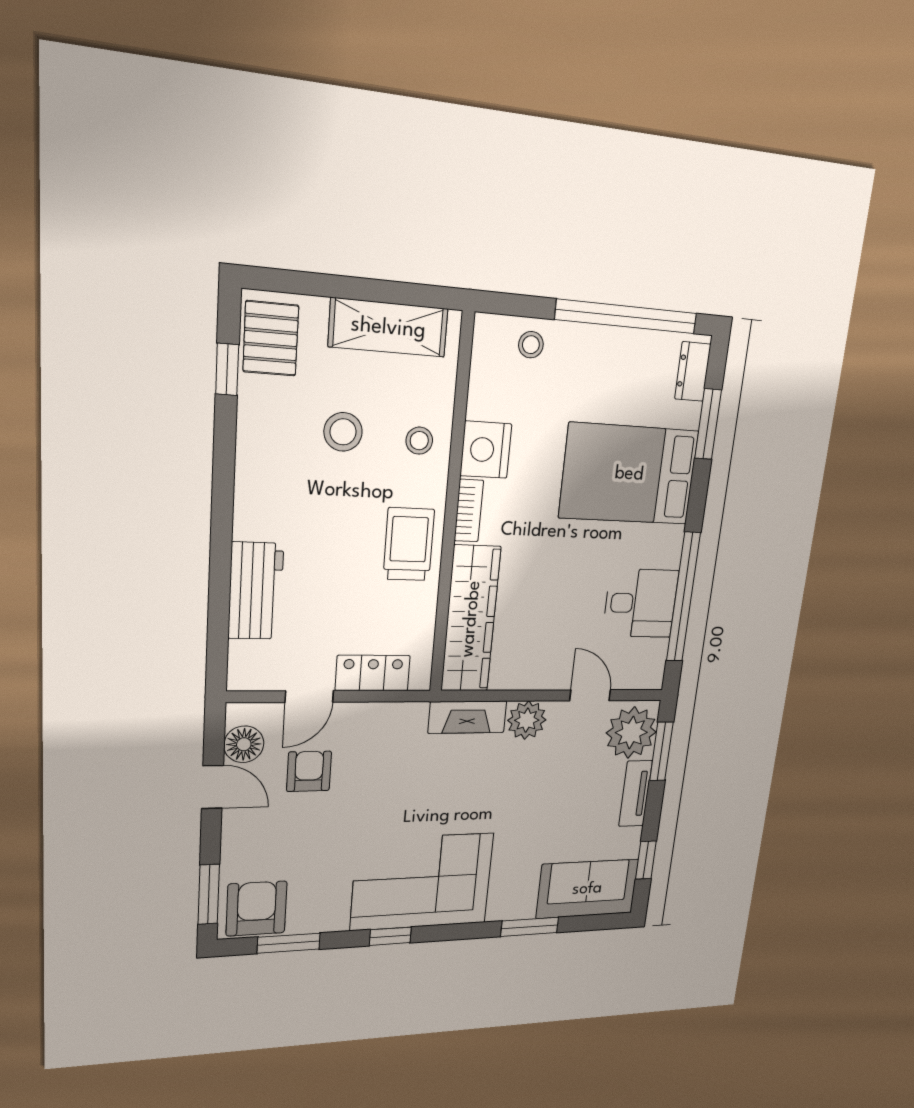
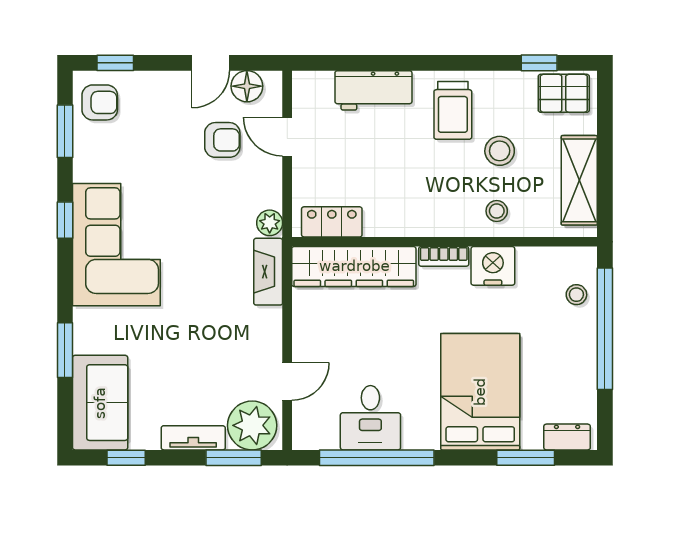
window: (627, 316) -> (605, 329), moved
trolley: (409, 544) -> (453, 110), moved, turned 90
locker: (373, 673) -> (332, 222), moved, turned -90
plant: (527, 720) -> (270, 223), moved, width x0.73, depth x0.73
window: (209, 894) -> (115, 63), width x0.67
armchair: (256, 909) -> (100, 102), width x0.72, depth x0.72

